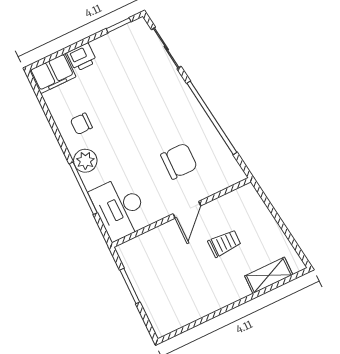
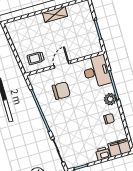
chair: (179, 161) -> (61, 91), turned 180
trolley: (224, 243) -> (36, 58), moved
shelving: (269, 275) -> (55, 14), moved

